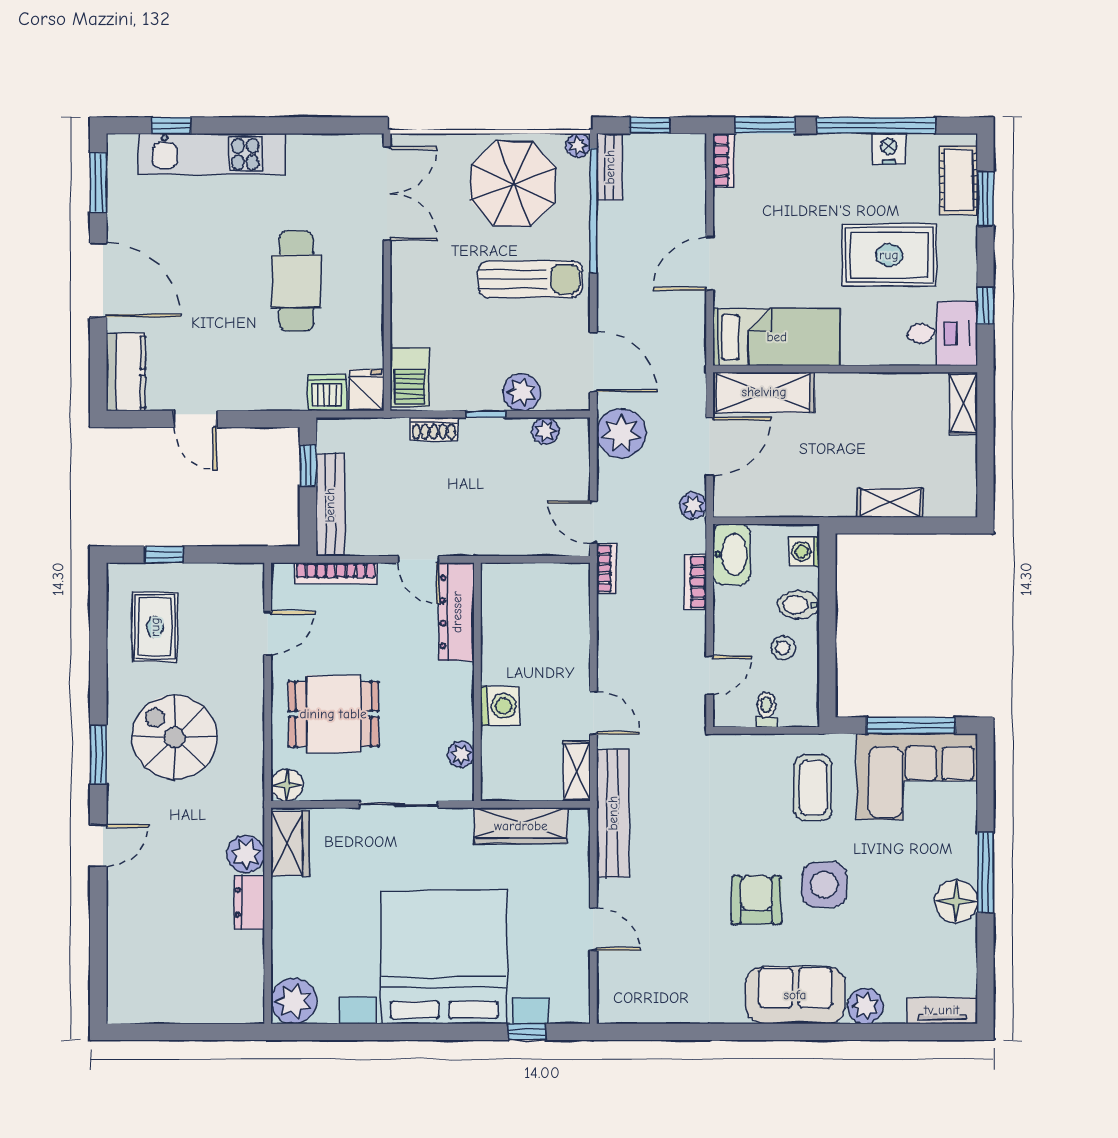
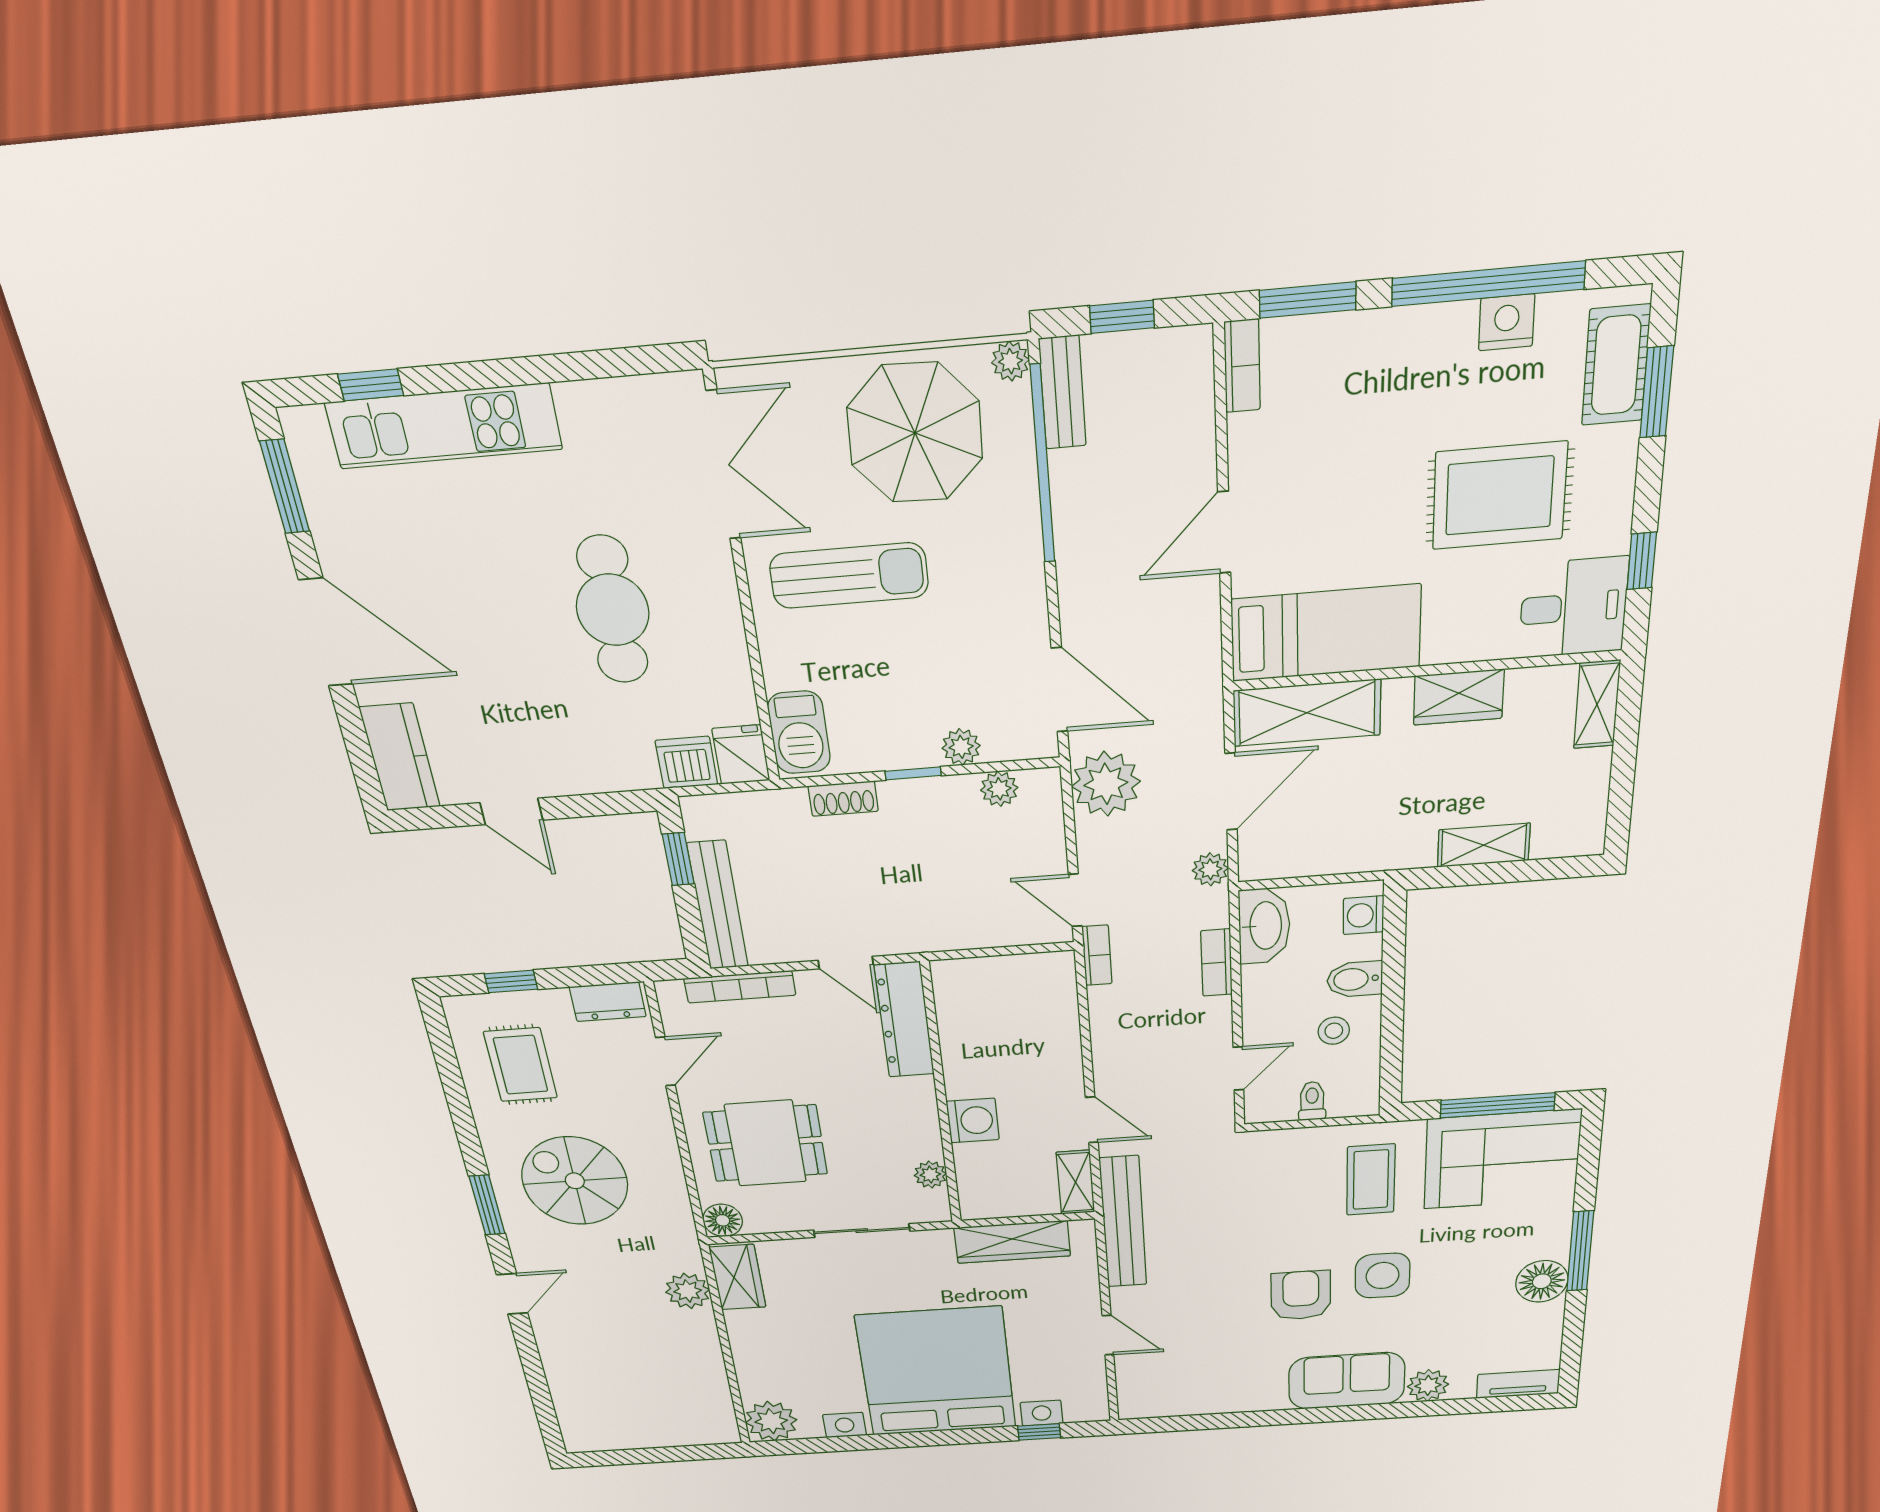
sun lounger: (530, 279) -> (849, 576), moved
wardrobe: (868, 390) -> (1459, 697), added
plant: (522, 392) -> (961, 747), width x0.73, depth x0.73
dresser: (249, 902) -> (608, 1002), moved, turned -90

